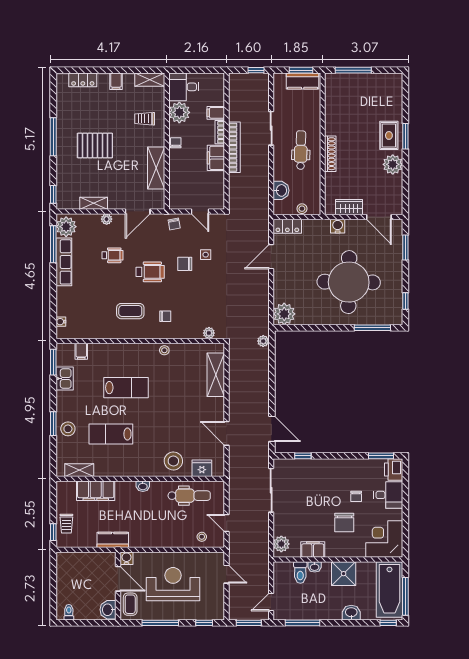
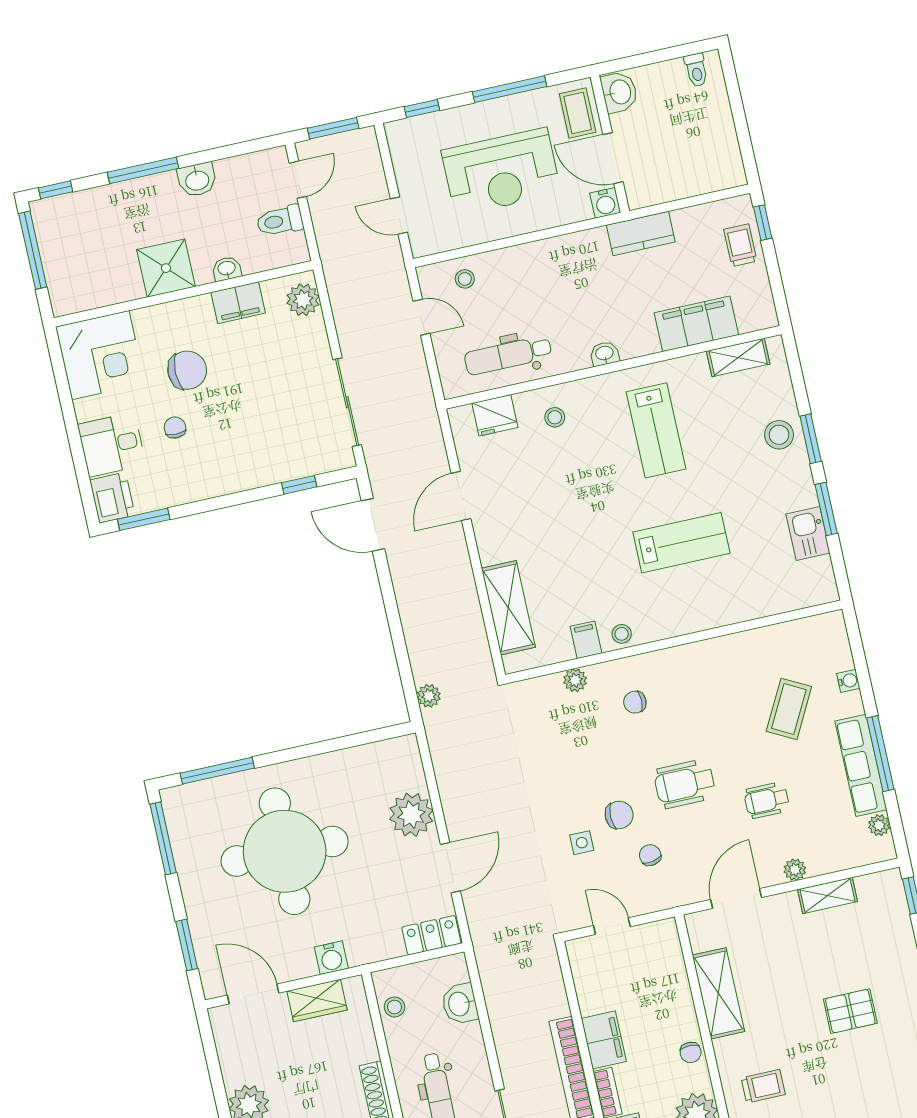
pallet: (95, 145) -> (850, 1011), width x0.67, depth x0.71
stool: (302, 209) -> (395, 1007), moved
chair: (174, 224) -> (650, 855), moved
plant: (66, 227) -> (879, 825), width x0.53, depth x0.53
window: (53, 244) -> (880, 754), moved
window: (405, 301) -> (163, 838), width x2.17
coffee table: (130, 311) -> (789, 709), moved, turned -62
plant: (284, 314) -> (411, 815), moved
water cooler: (61, 322) -> (848, 681), moved
plant: (209, 333) -> (575, 680), moved
filing cabinet: (81, 351) -> (586, 640), moved
window: (53, 362) -> (826, 509), moved
lab bench: (126, 388) -> (681, 543), turned 180
door: (227, 433) -> (461, 496), swing flipped
lab bench: (111, 434) -> (656, 430), moved, turned 90
stool: (173, 461) -> (555, 417), width x0.53, depth x0.53
chair: (344, 523) -> (187, 370), turned 90
toilet: (300, 572) -> (280, 221), moved, turned -90
bathtub: (389, 590) -> (68, 257), removed
washbasin: (351, 613) -> (197, 180), moved
window: (303, 623) -> (143, 170), moved

